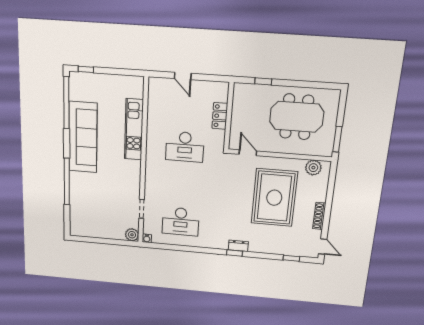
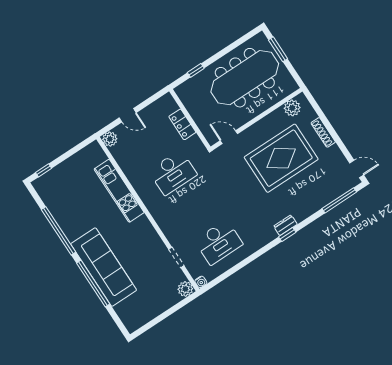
plant: (155, 84) -> (110, 139), added
window: (66, 103) -> (58, 231), moved
meeting table: (297, 117) -> (245, 78), width x1.36
sofa: (83, 137) -> (104, 267), moved
window: (337, 139) -> (278, 49), moved
rug: (274, 198) -> (281, 158), turned 90
shoe rack: (319, 216) -> (323, 132), moved
window: (291, 258) -> (339, 200), width x2.17

